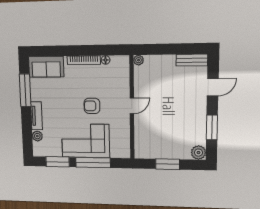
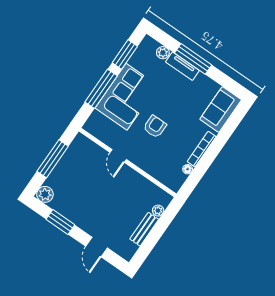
plant: (139, 60) -> (158, 211), moved
bench: (192, 60) -> (144, 229), moved
window: (25, 90) -> (193, 59), moved
door: (132, 106) -> (118, 156), moved
window: (168, 164) -> (53, 159), width x1.44

